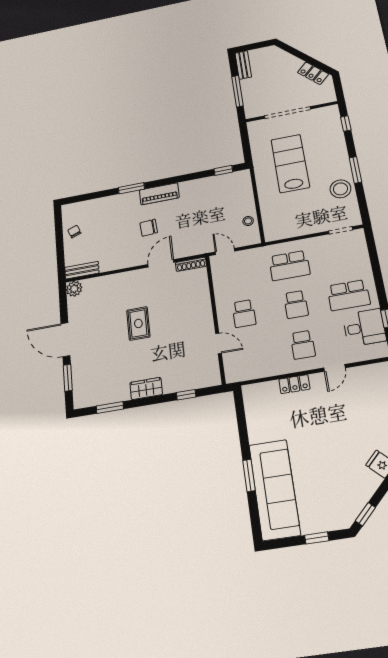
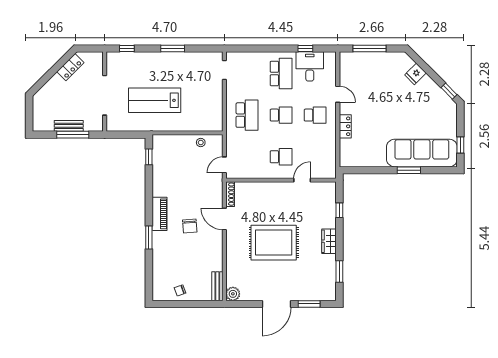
bench: (243, 65) -> (69, 126), moved
stool: (340, 189) -> (187, 64), removed
rug: (138, 323) -> (274, 243), width x1.86, depth x2.06
window: (317, 538) -> (460, 145), moved

